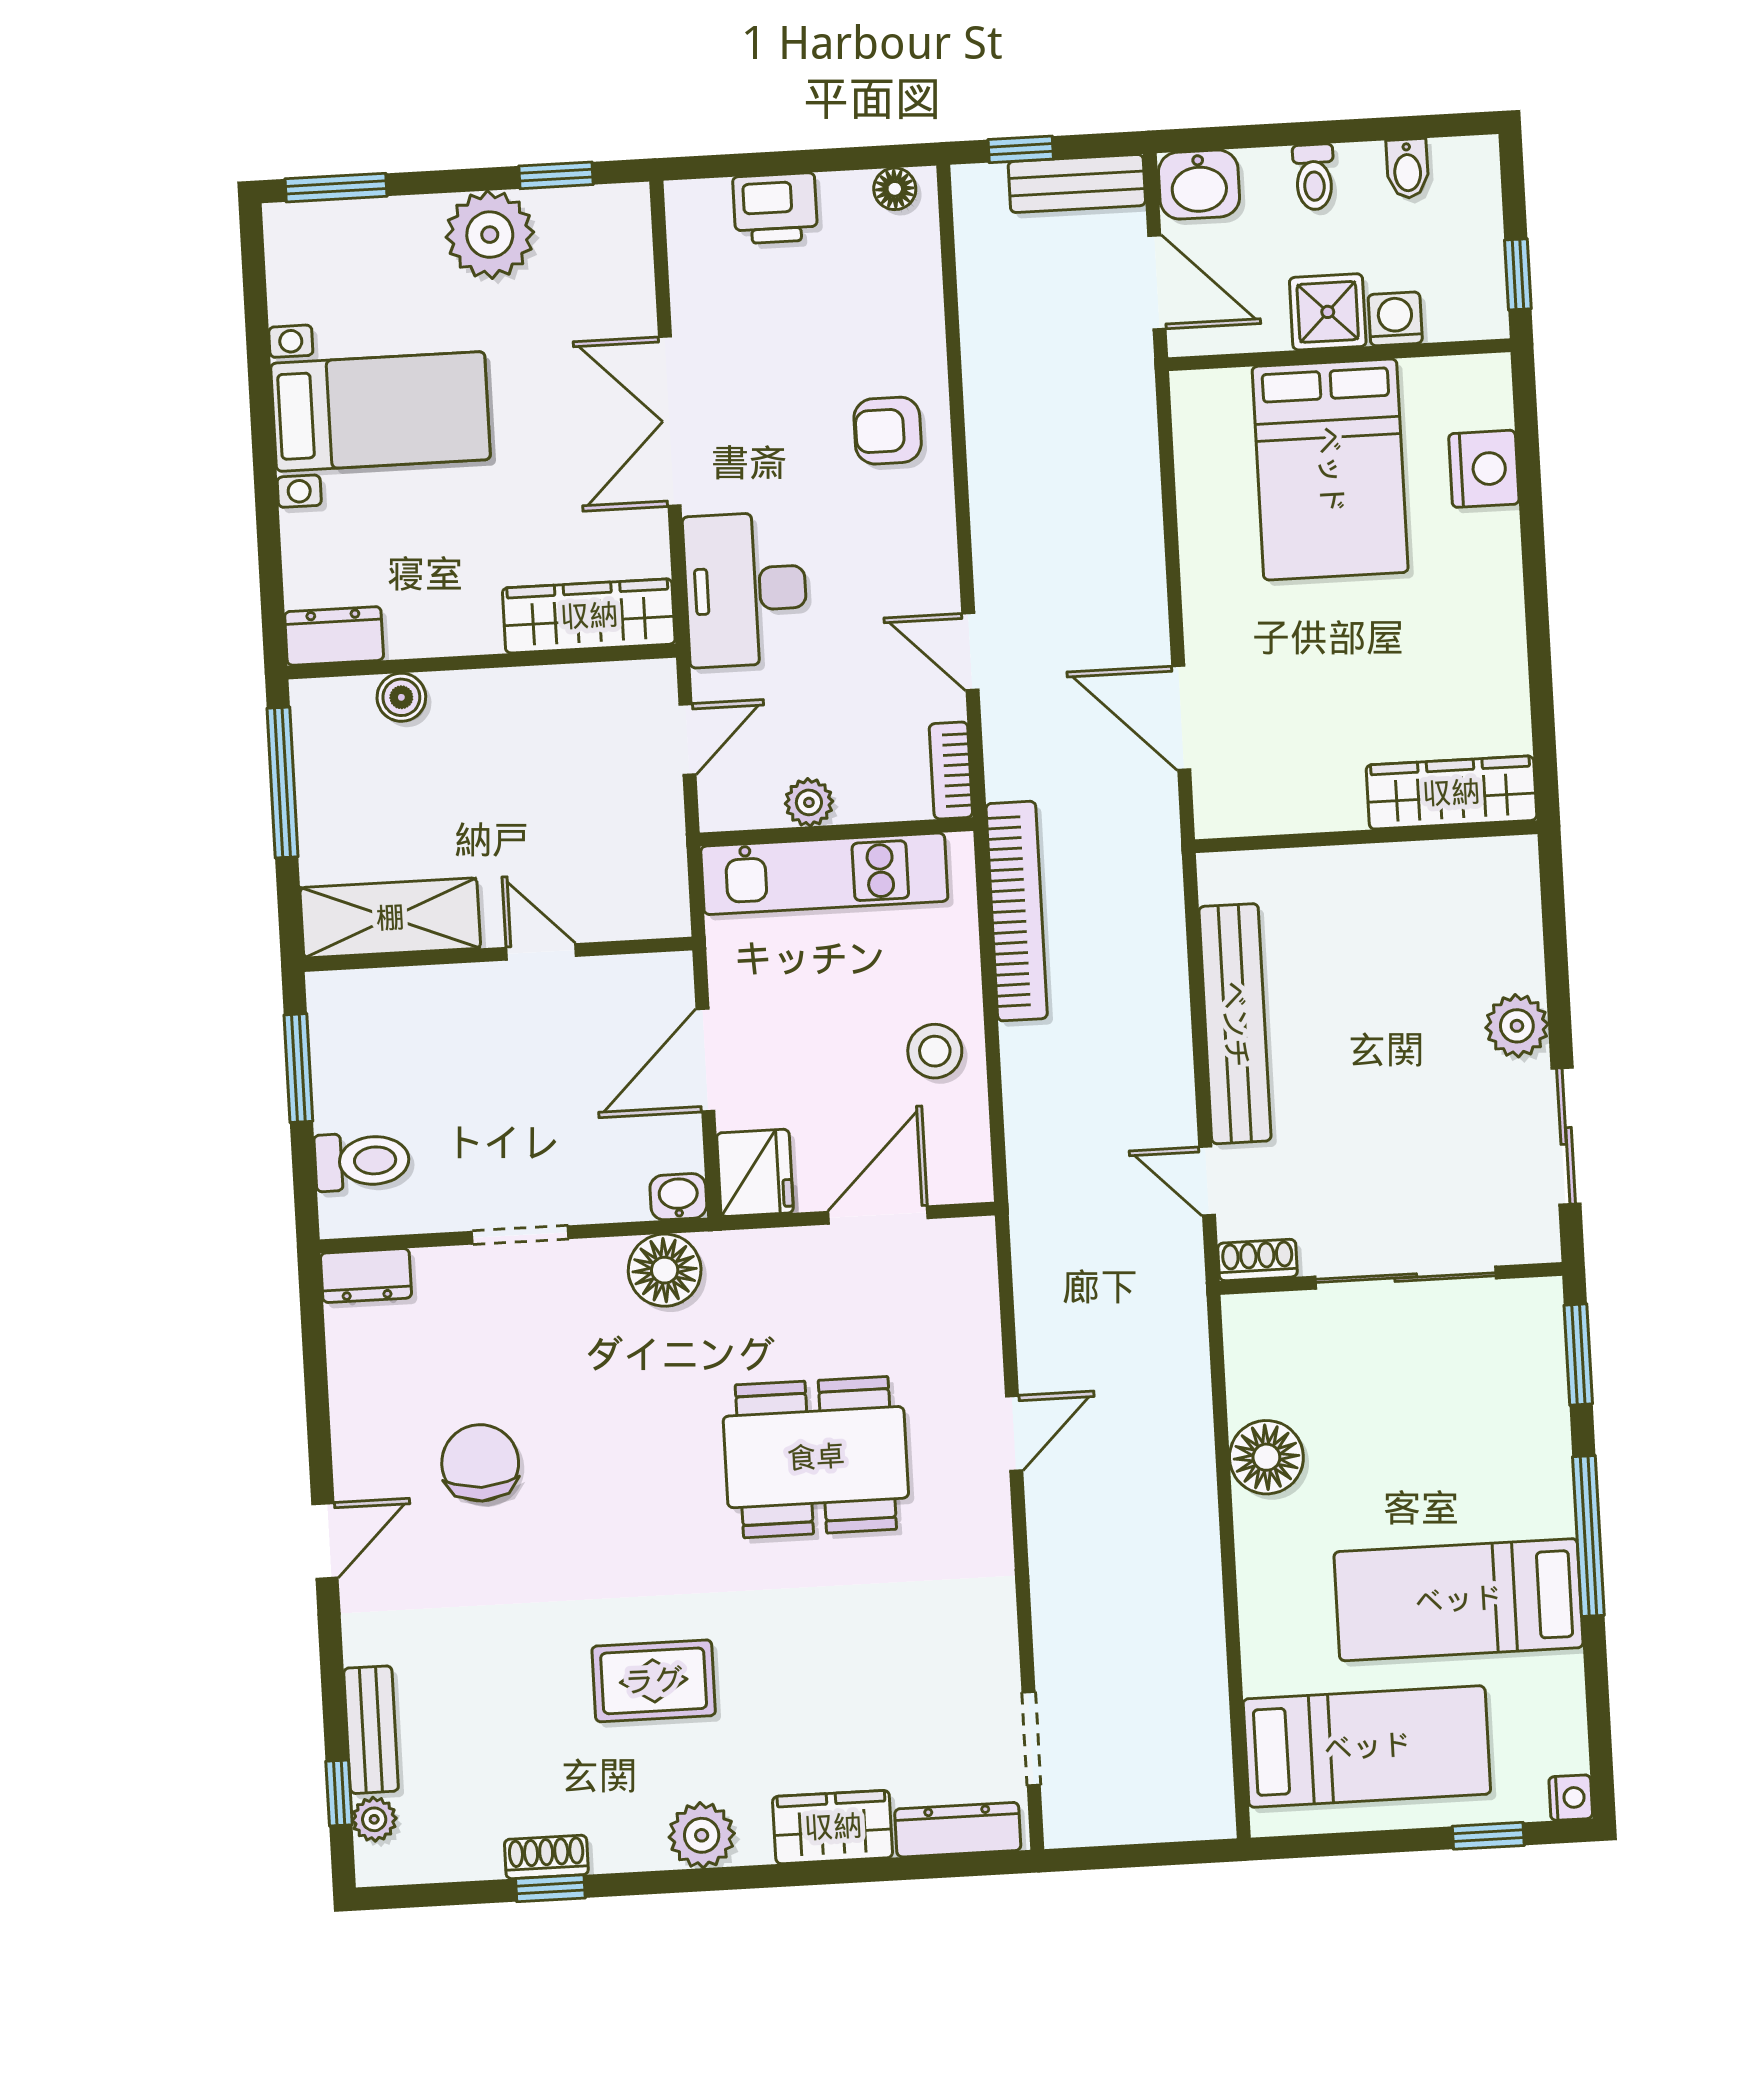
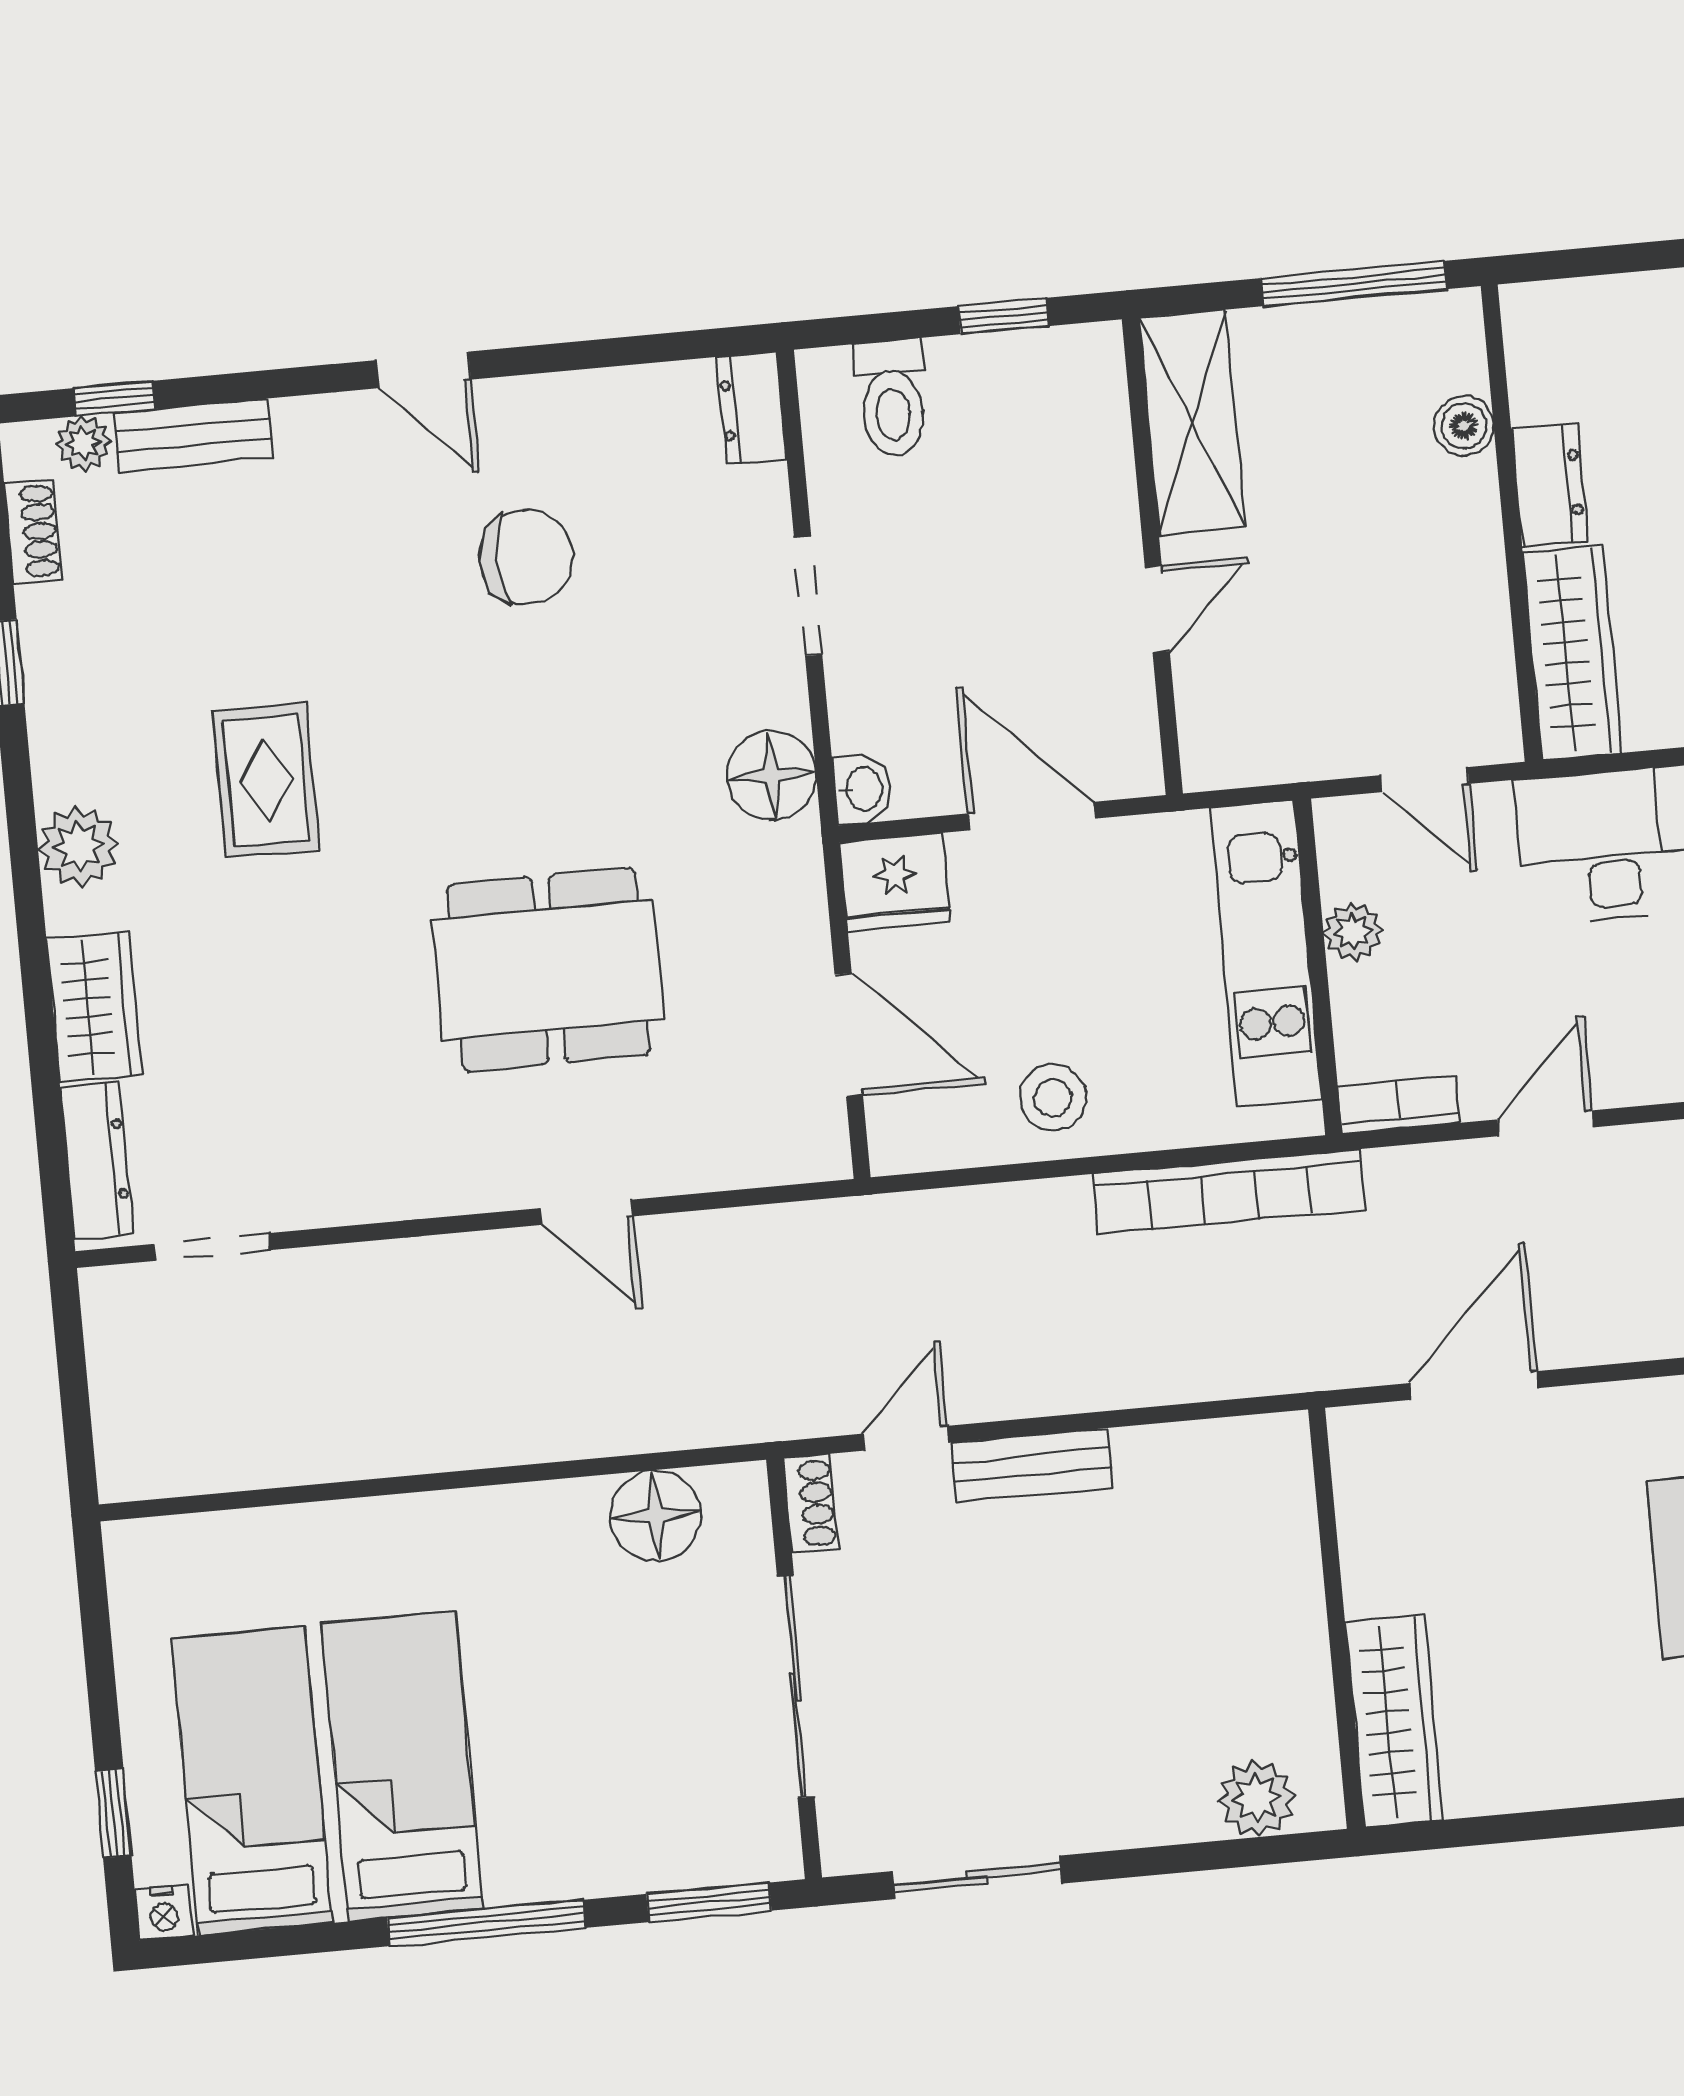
dresser: (334, 636) -> (1550, 485), moved
bench: (1235, 1024) -> (1032, 1465), width x0.54, depth x0.82
plant: (1517, 1026) -> (1257, 1798), moved
window: (298, 1068) -> (1003, 316), width x0.67
dining table: (816, 1457) -> (548, 970), turned 90
floor lamp: (1266, 1457) -> (655, 1515), moved
bed: (1367, 1747) -> (252, 1781), moved, turned 180
shoe rack: (546, 1857) -> (33, 531), moved

